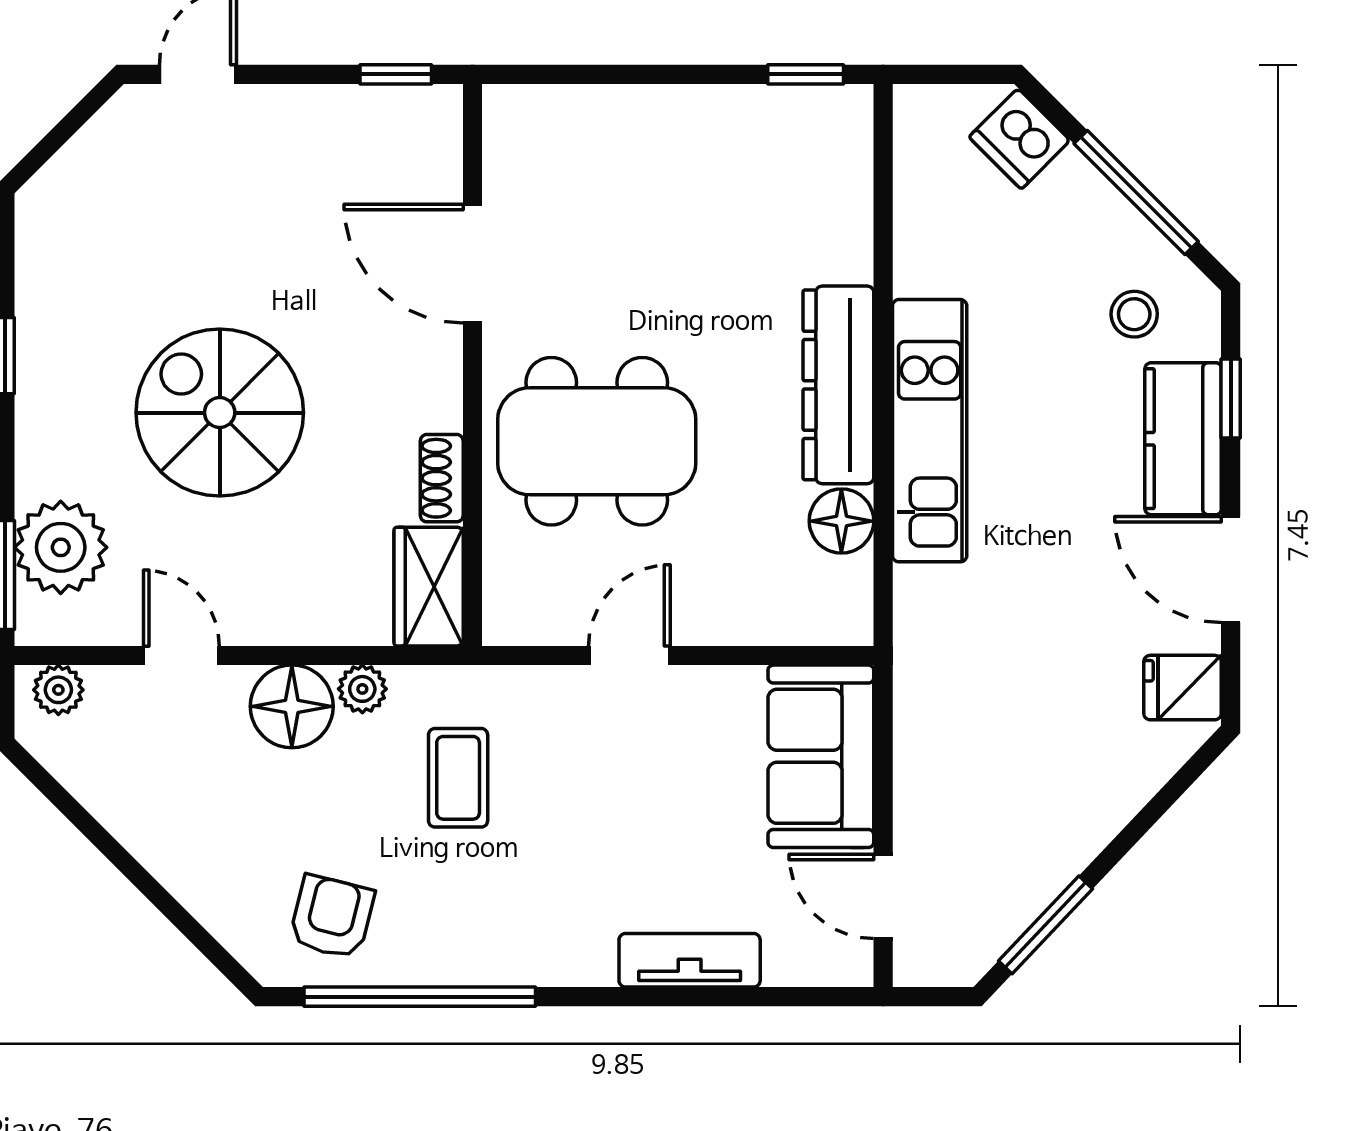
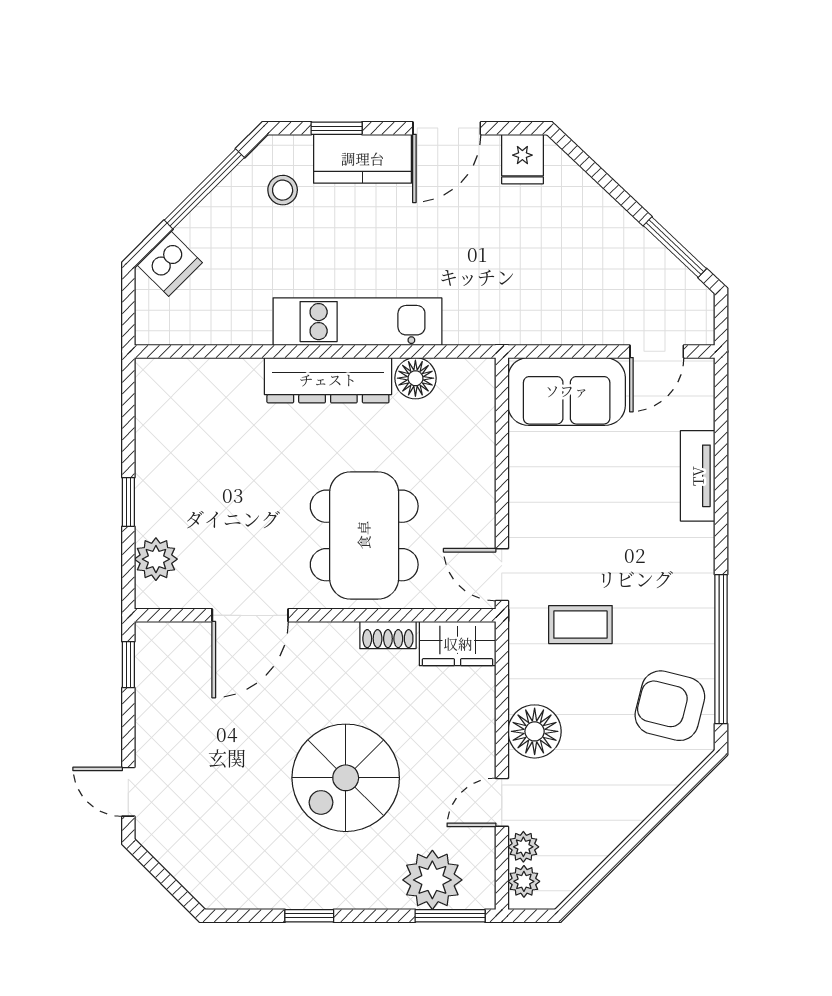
window: (806, 74) -> (128, 502), moved
plant: (560, 117) -> (156, 559), added
door: (629, 655) -> (502, 575), moved
plant: (362, 689) -> (523, 847), moved
armchair: (332, 917) -> (670, 706), width x1.38, depth x1.38

